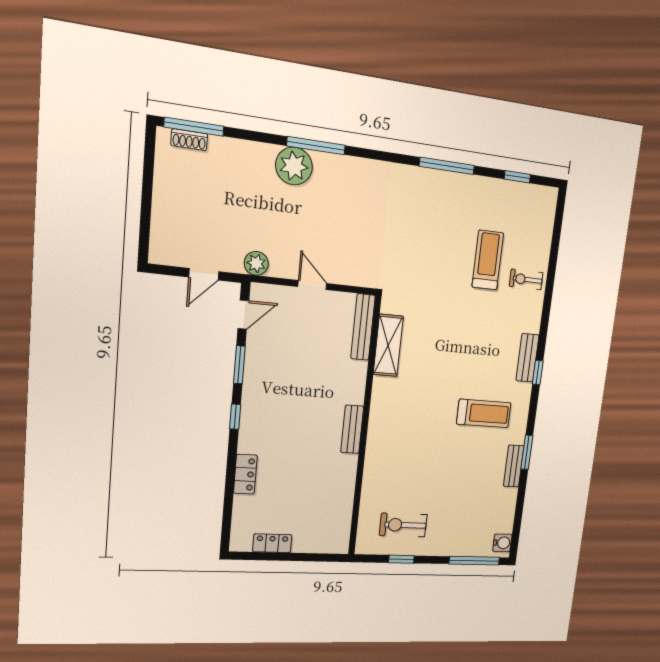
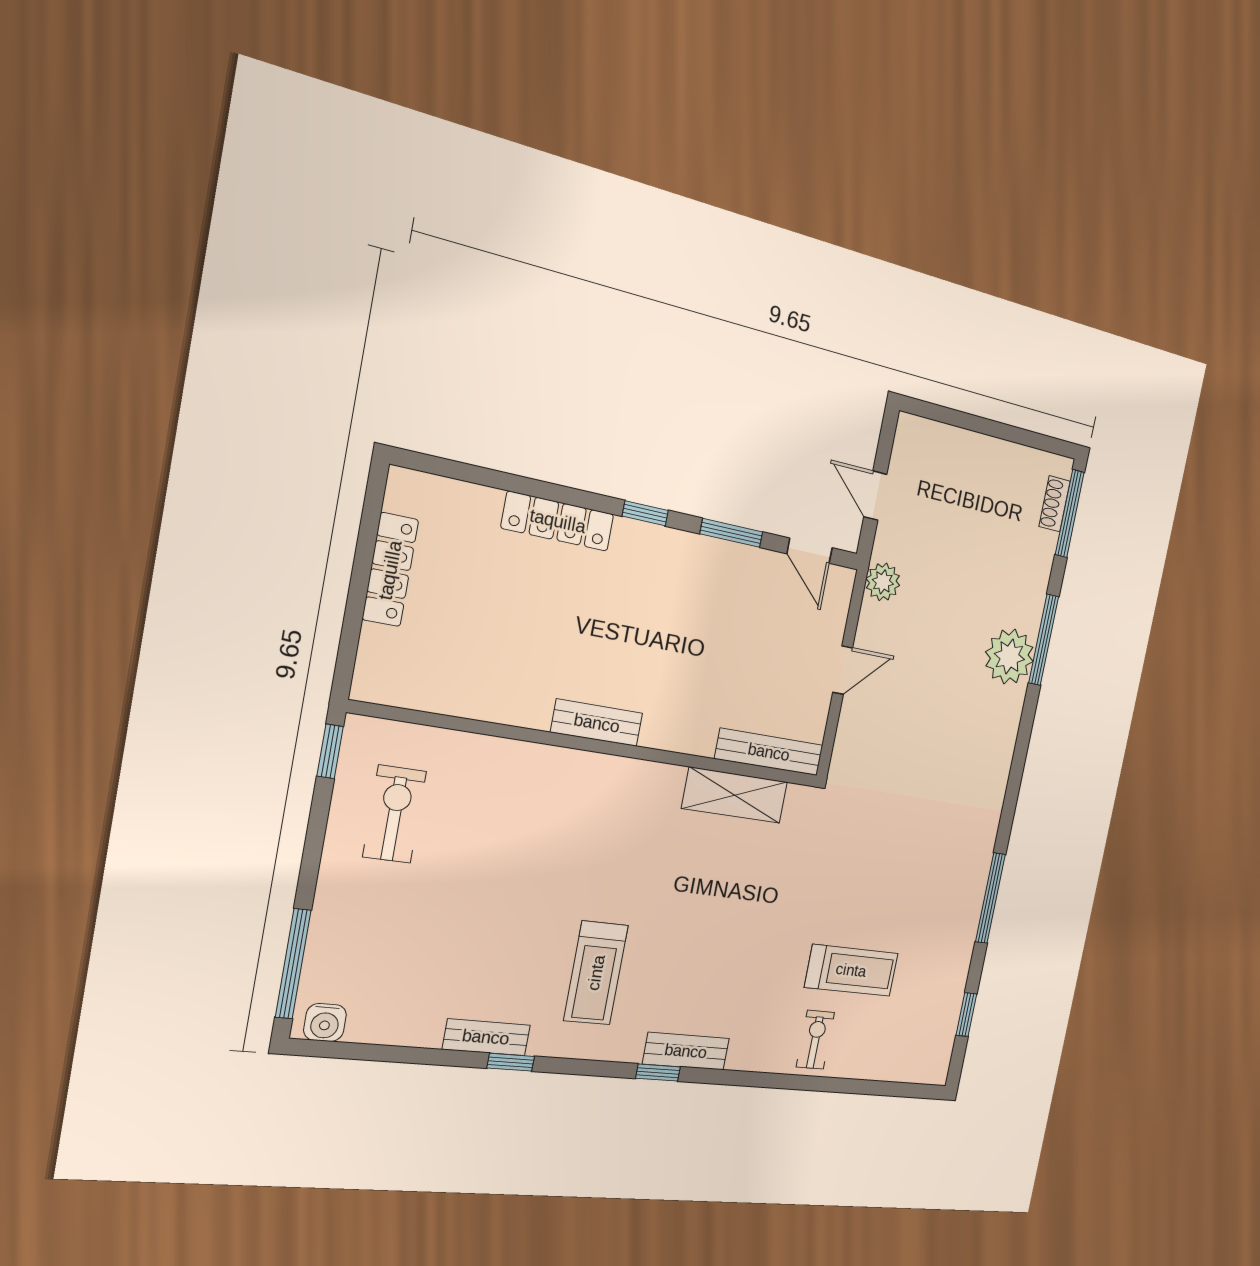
window: (316, 146) -> (1044, 640), moved
window: (527, 452) -> (511, 1062), width x0.67
locker: (245, 474) -> (558, 521), width x1.53
locker: (272, 543) -> (390, 570), width x1.53
window: (401, 559) -> (330, 751), moved

